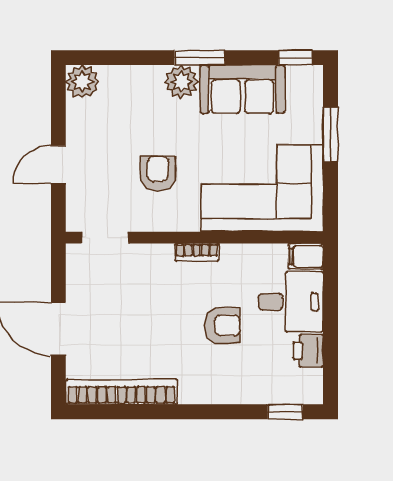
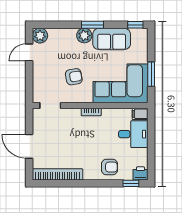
window: (331, 135) -> (151, 74), moved
door: (58, 165) -> (29, 52), moved
armchair: (158, 174) -> (74, 77), turned 80
armchair: (222, 325) -> (110, 167), moved
printer: (308, 351) -> (140, 173), moved, turned 90

